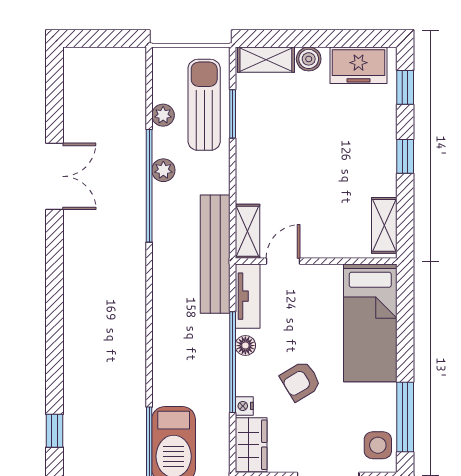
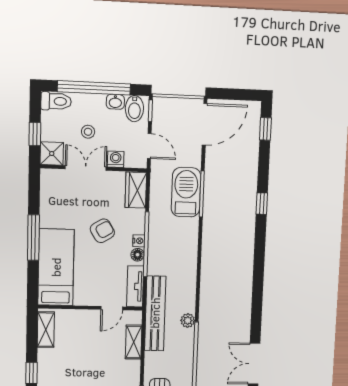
plant: (163, 170) -> (188, 320), moved
shelving: (248, 231) -> (134, 342), moved
nightstand: (244, 406) -> (139, 241), moved
window: (405, 417) -> (33, 238), moved
side table: (378, 445) -> (52, 187), removed

